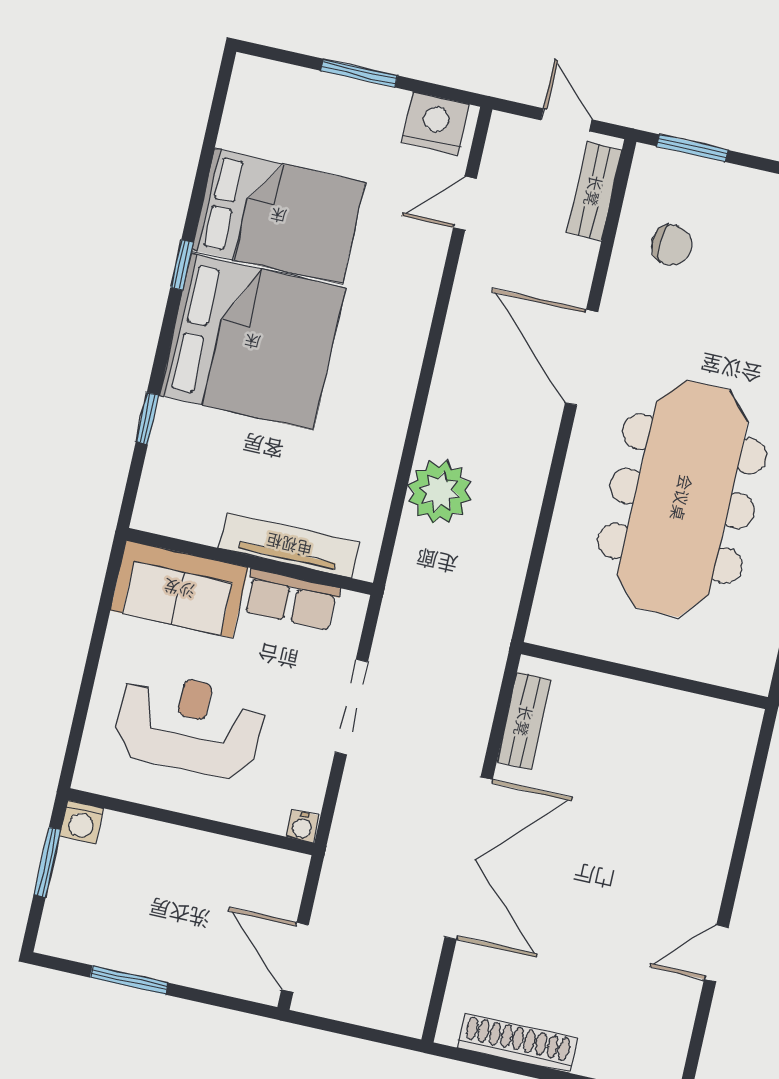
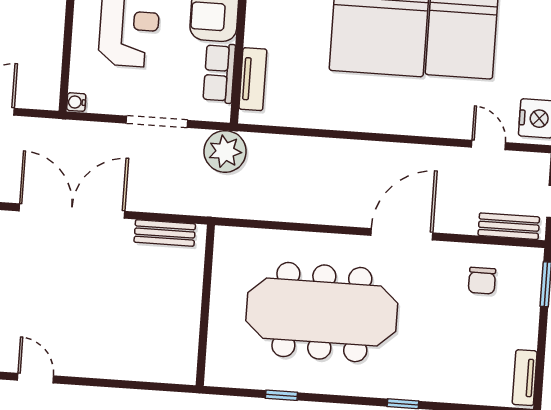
plant: (440, 492) -> (225, 151), moved
tv unit: (289, 545) -> (253, 79), width x0.71
double door: (469, 858) -> (72, 211), swing flipped

